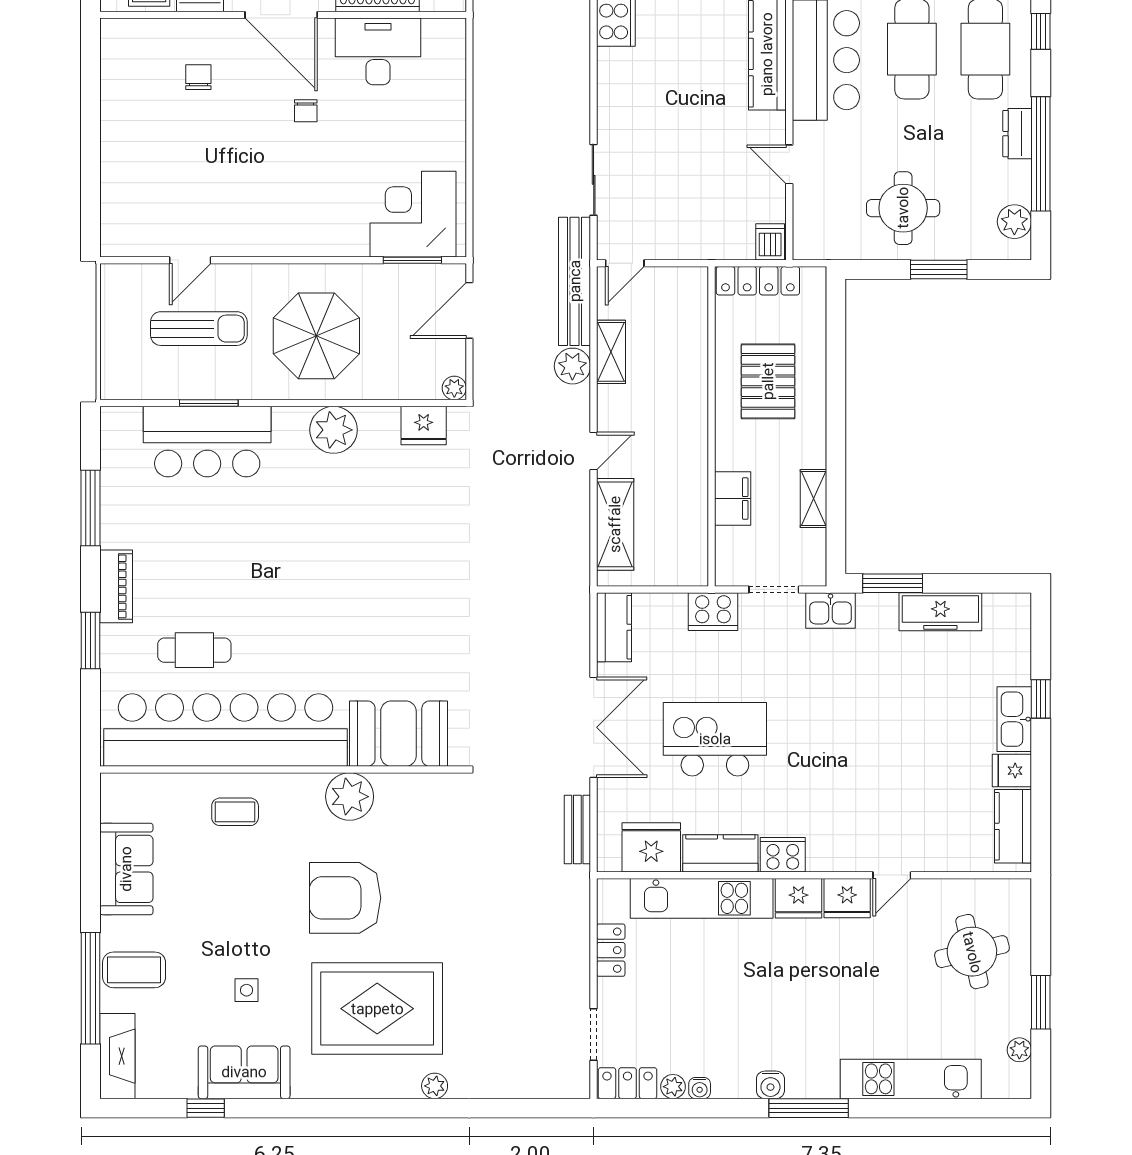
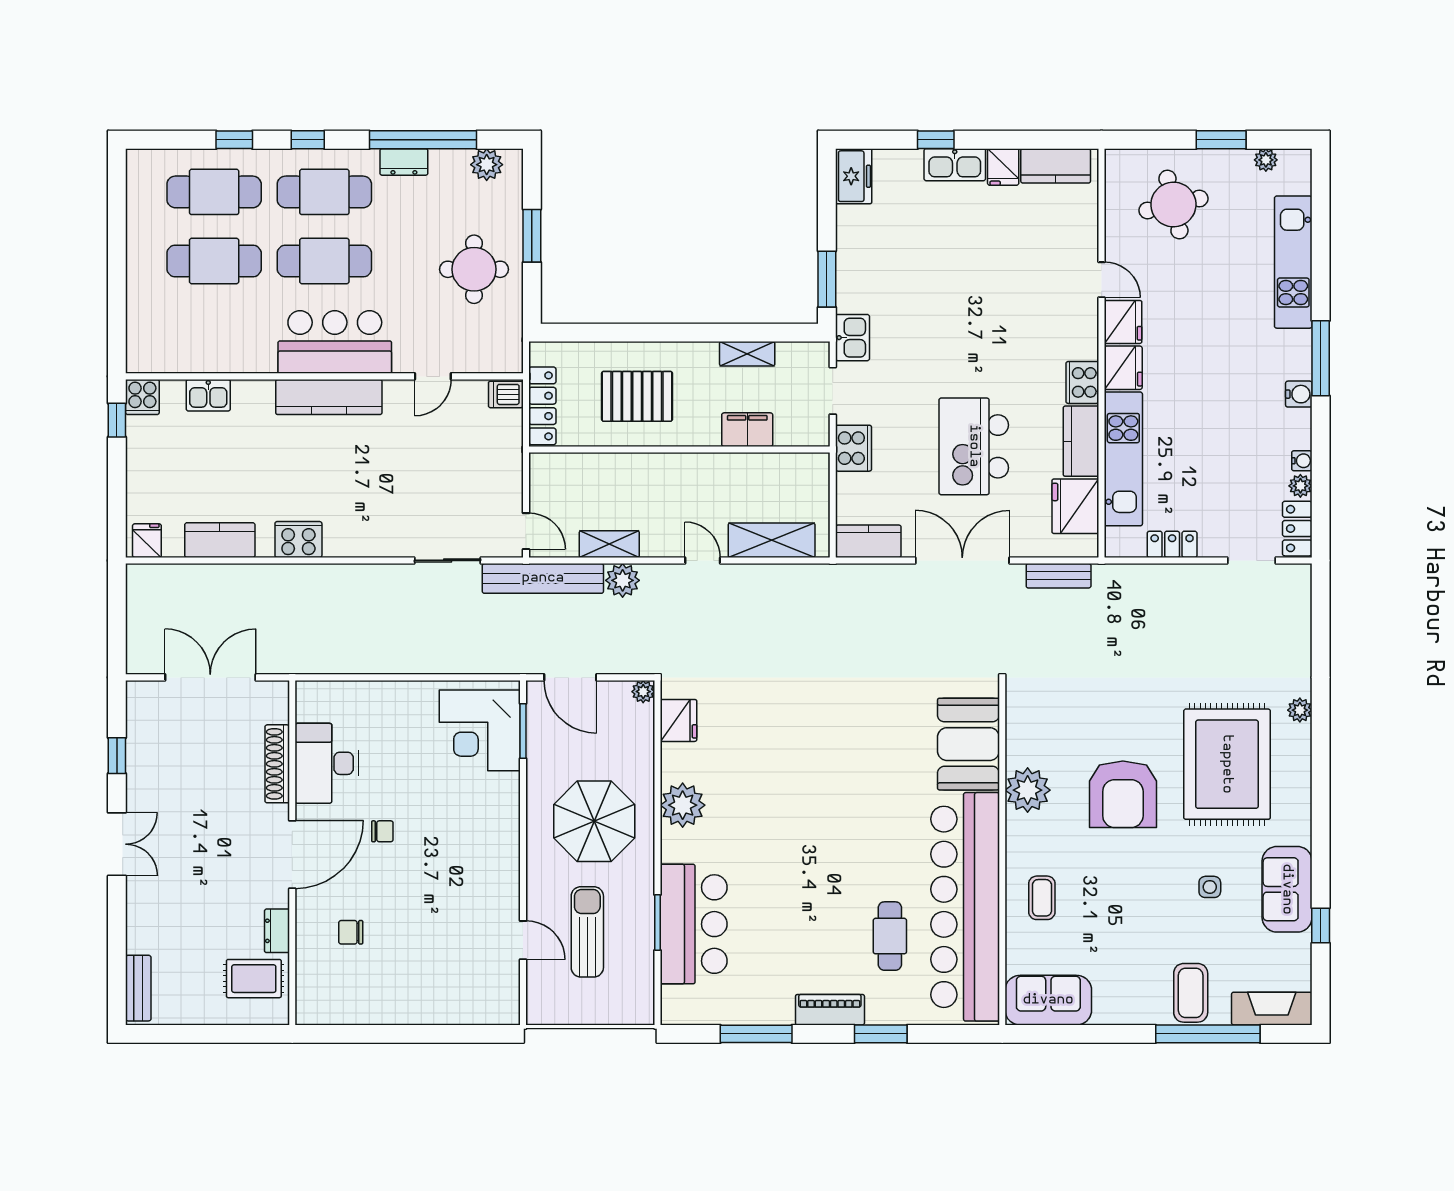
freezer: (940, 612) -> (854, 176), moved, width x0.71
sofa: (126, 869) -> (1048, 1000), moved

